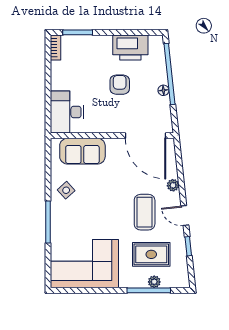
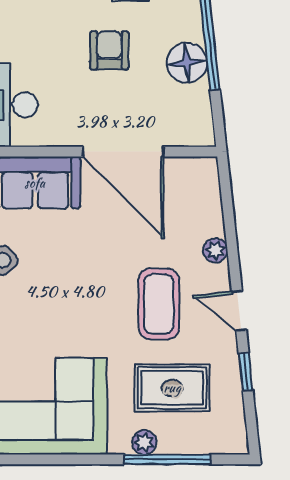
floor lamp: (163, 90) -> (187, 63), width x1.89, depth x1.89
door: (146, 136) -> (123, 152), moved
plant: (154, 282) -> (144, 442), moved

